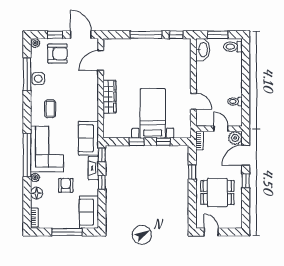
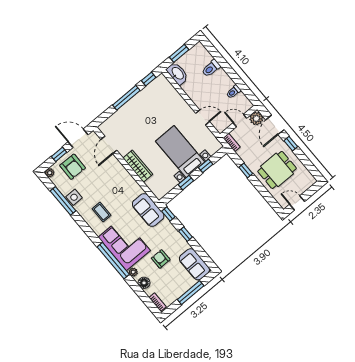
toilet: (233, 47) -> (211, 68), moved
armchair: (57, 54) -> (73, 167), turned 91
fireplace: (93, 168) -> (170, 229), removed

